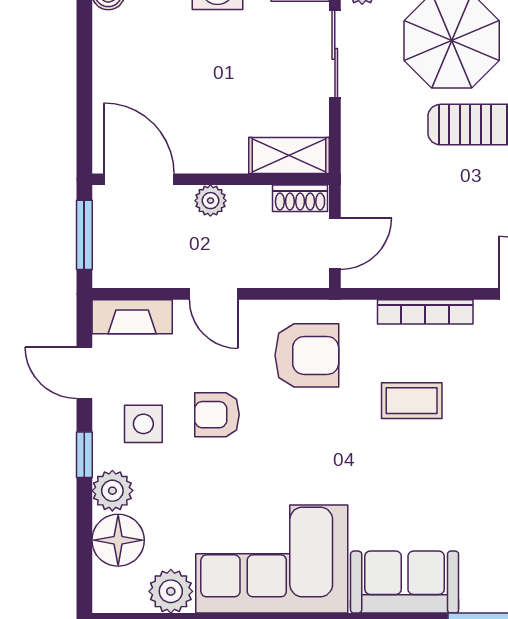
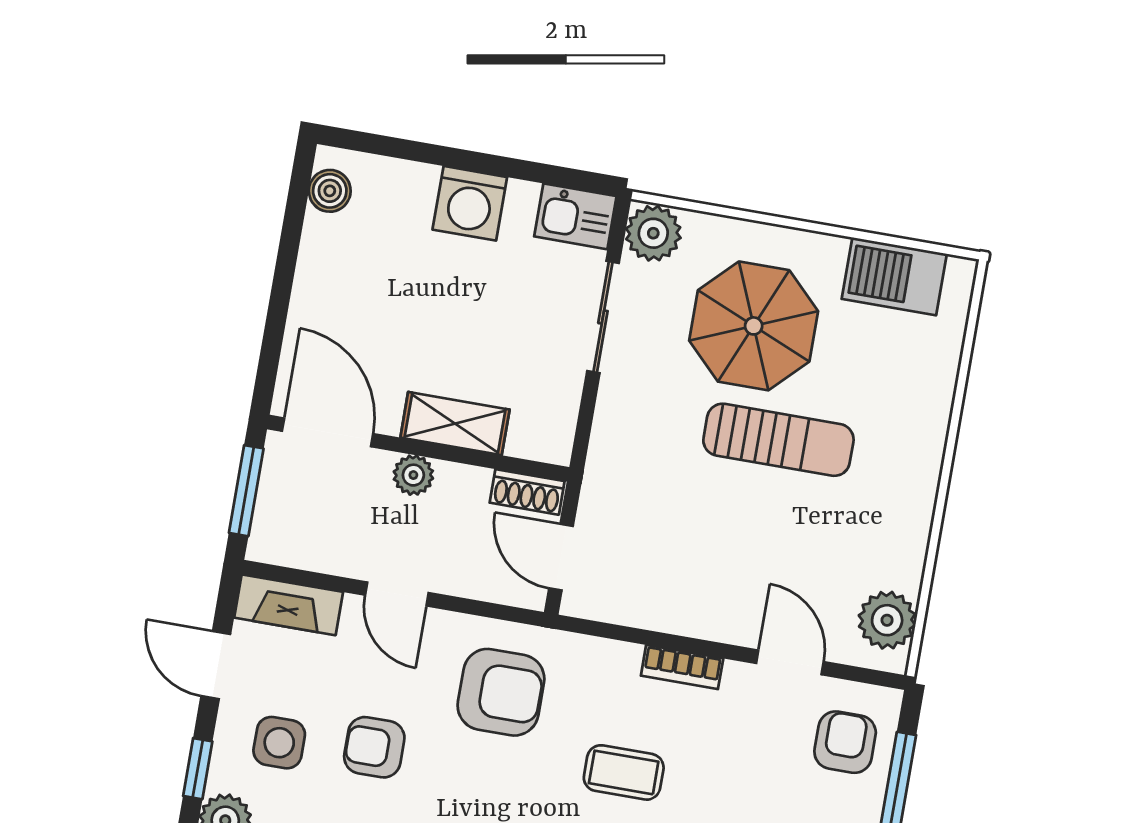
shelving: (289, 155) -> (455, 424), moved
door: (335, 244) -> (561, 557), swing flipped
bookcase: (425, 312) -> (682, 667), width x0.64

